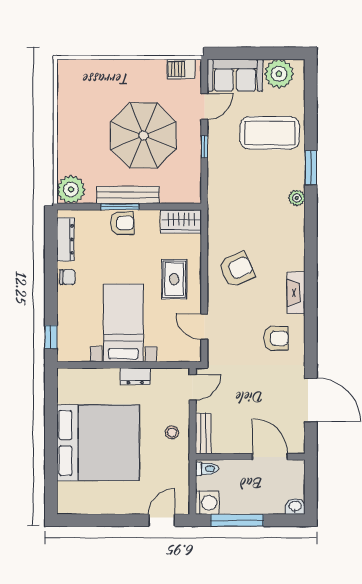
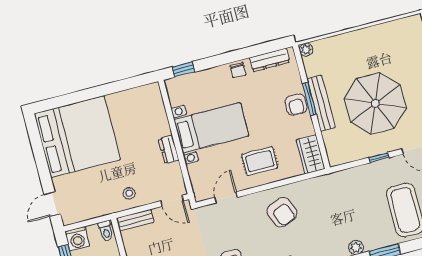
plant: (71, 190) -> (306, 50), width x0.53, depth x0.53
bed: (98, 443) -> (77, 137), moved, turned -90
door: (162, 520) -> (52, 204), swing flipped

